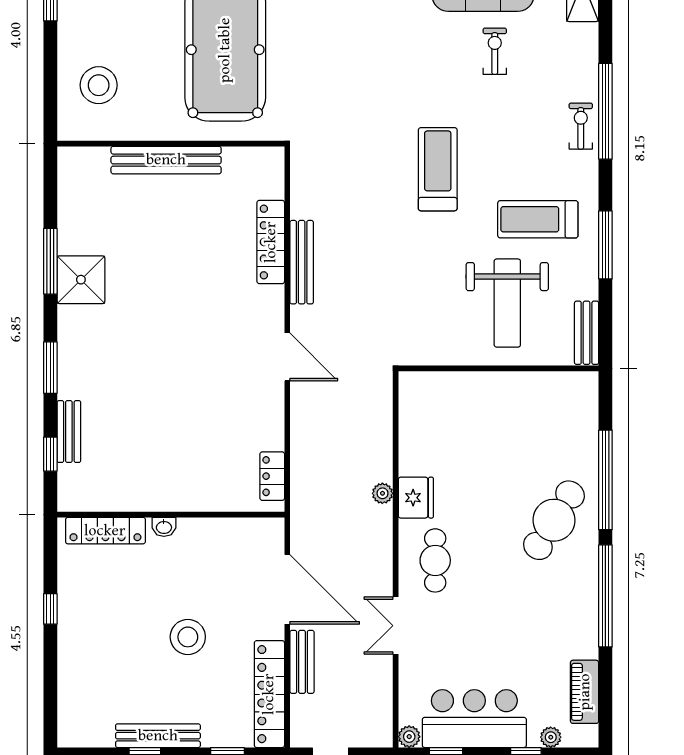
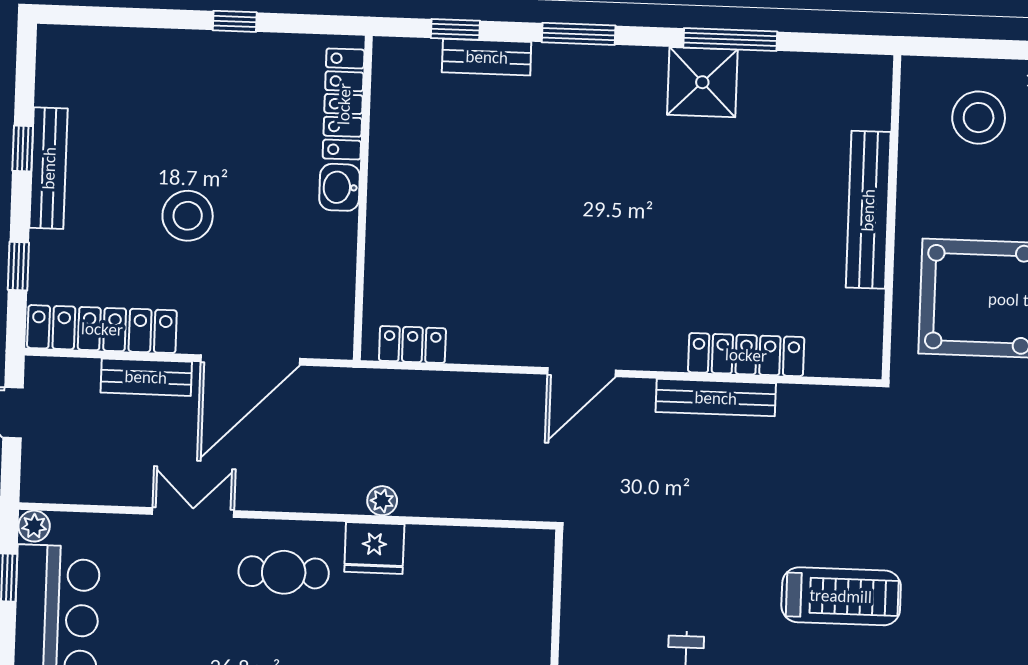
washbasin: (164, 527) -> (340, 187), width x1.38, depth x1.45

